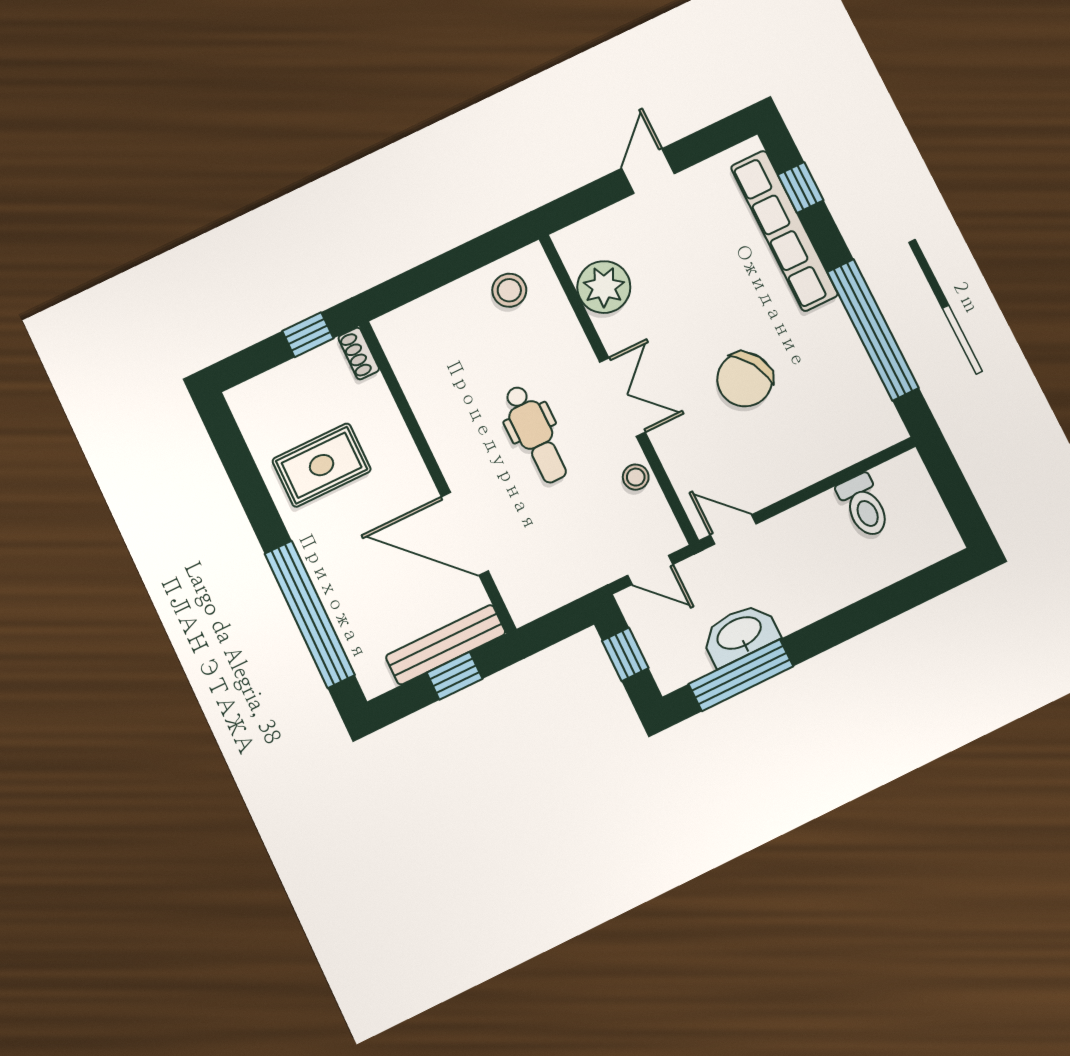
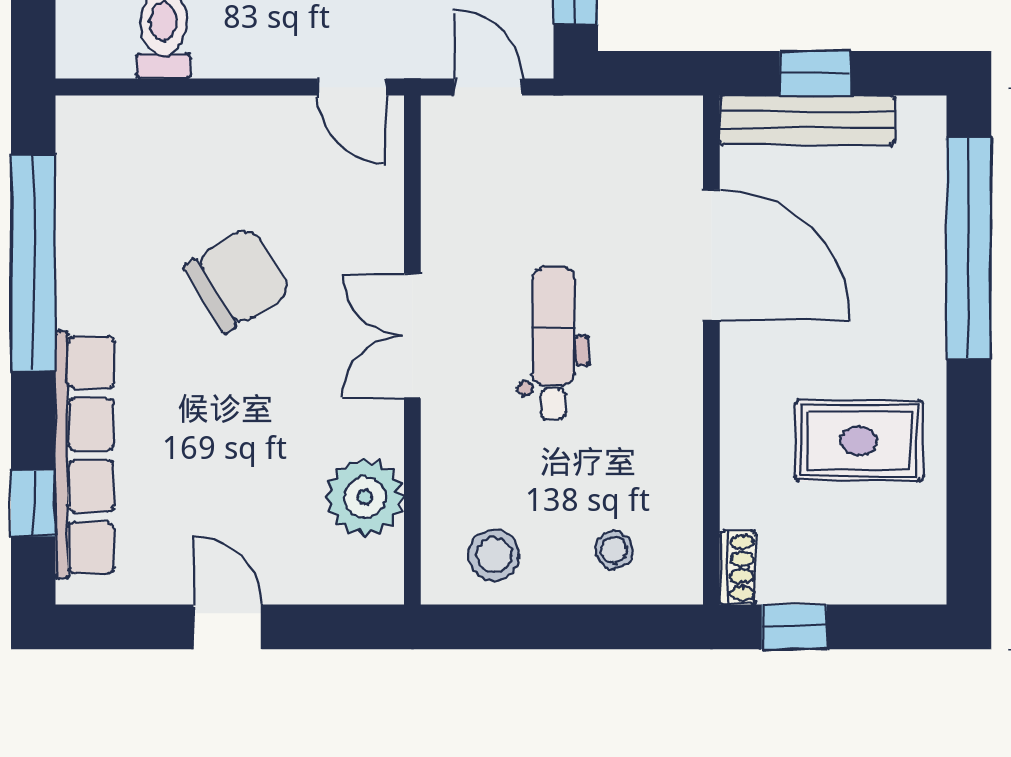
door: (648, 171) -> (227, 627), swing flipped
stool: (636, 477) -> (614, 550), moved

